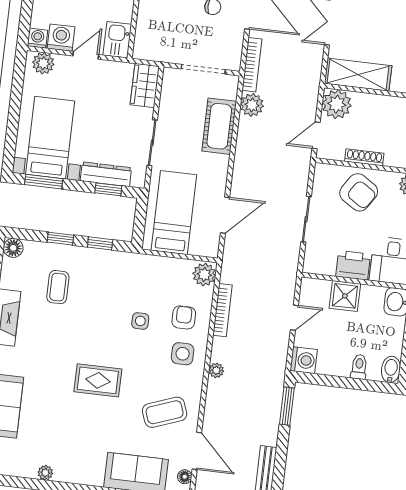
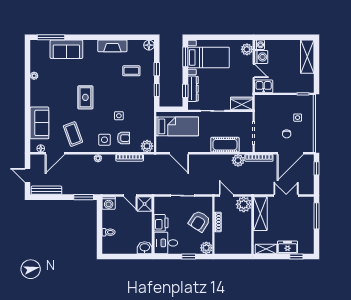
shower: (345, 296) -> (145, 204), moved
bidet: (391, 369) -> (109, 249), removed

